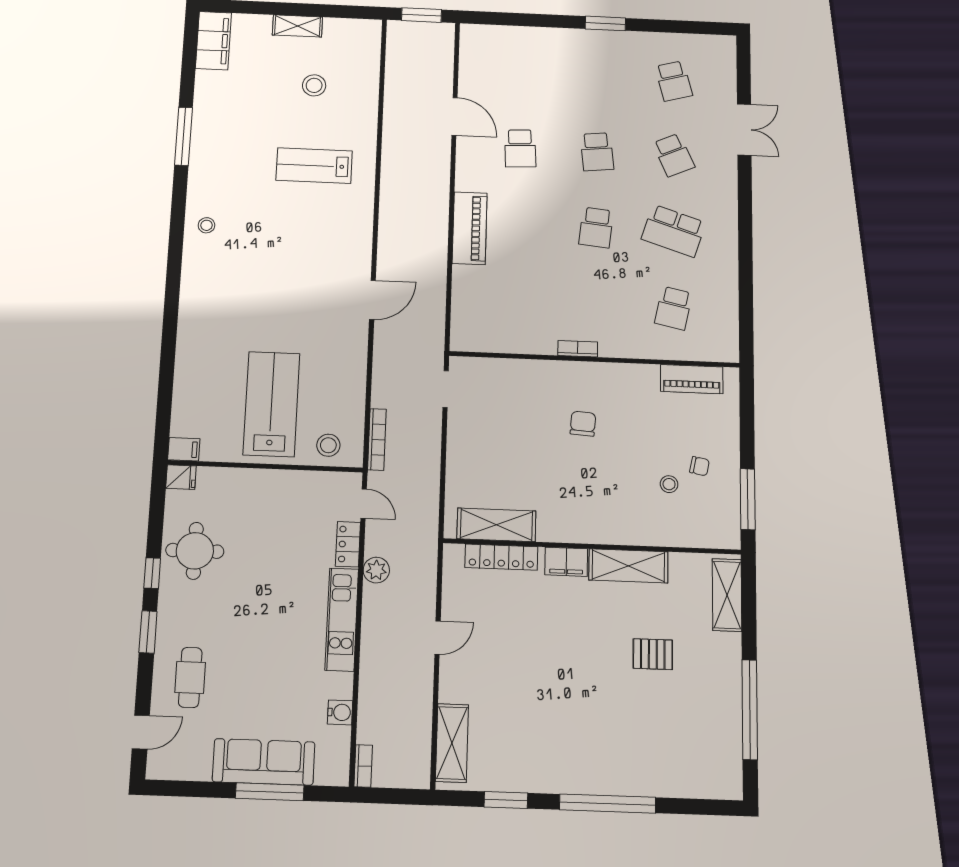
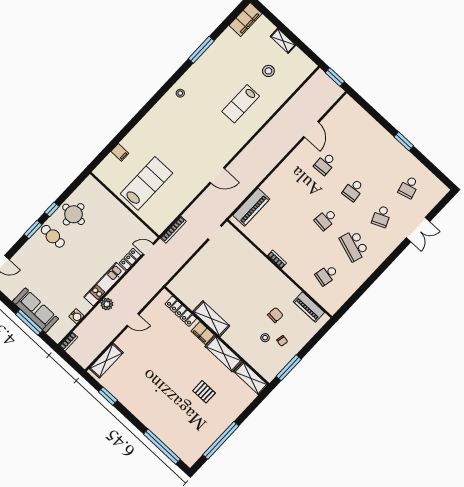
lab bench: (314, 166) -> (241, 104), turned -90
piano: (470, 228) -> (251, 207), moved
chair: (583, 424) -> (275, 315), moved
stool: (328, 445) -> (154, 217), removed
filing cabinet: (184, 449) -> (120, 152), moved
fridge: (181, 477) -> (91, 183), removed
door: (364, 504) -> (148, 249), swing flipped
shelving: (496, 525) -> (211, 319), moved
plant: (376, 570) -> (107, 304), moved
shelving: (727, 595) -> (251, 378), moved, turned 90
cafe table: (190, 677) -> (53, 236), moved, turned 90
window: (608, 804) -> (162, 447), moved

